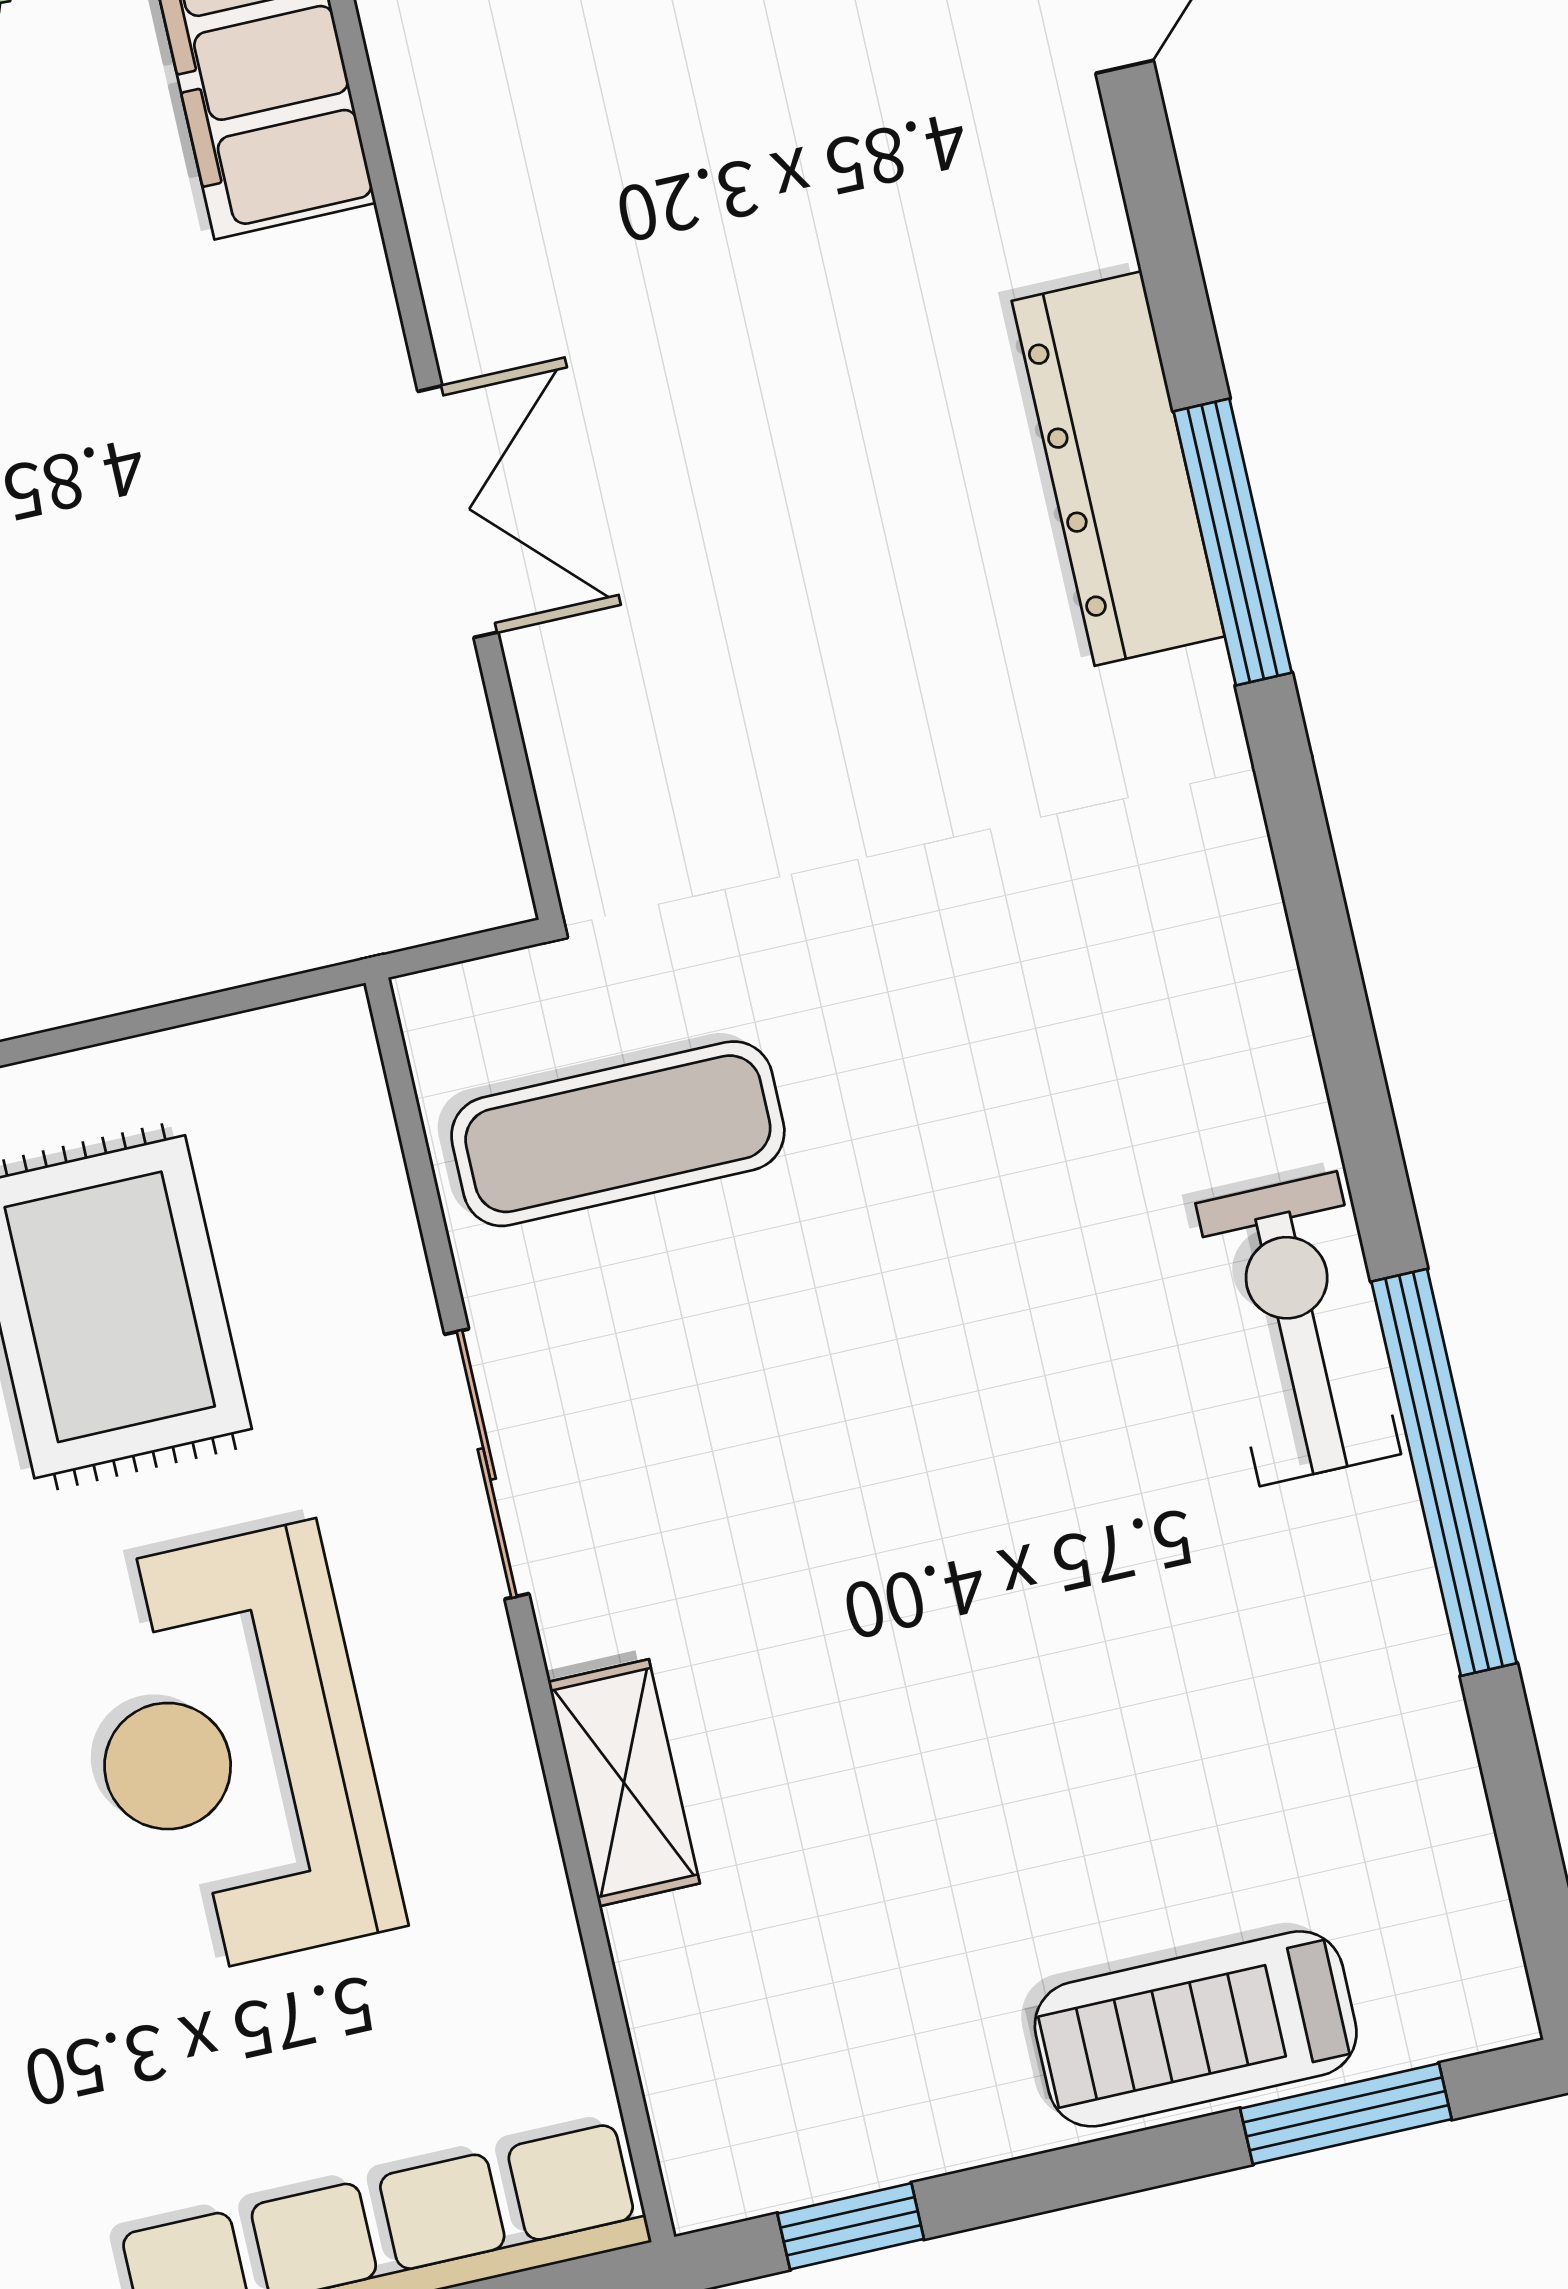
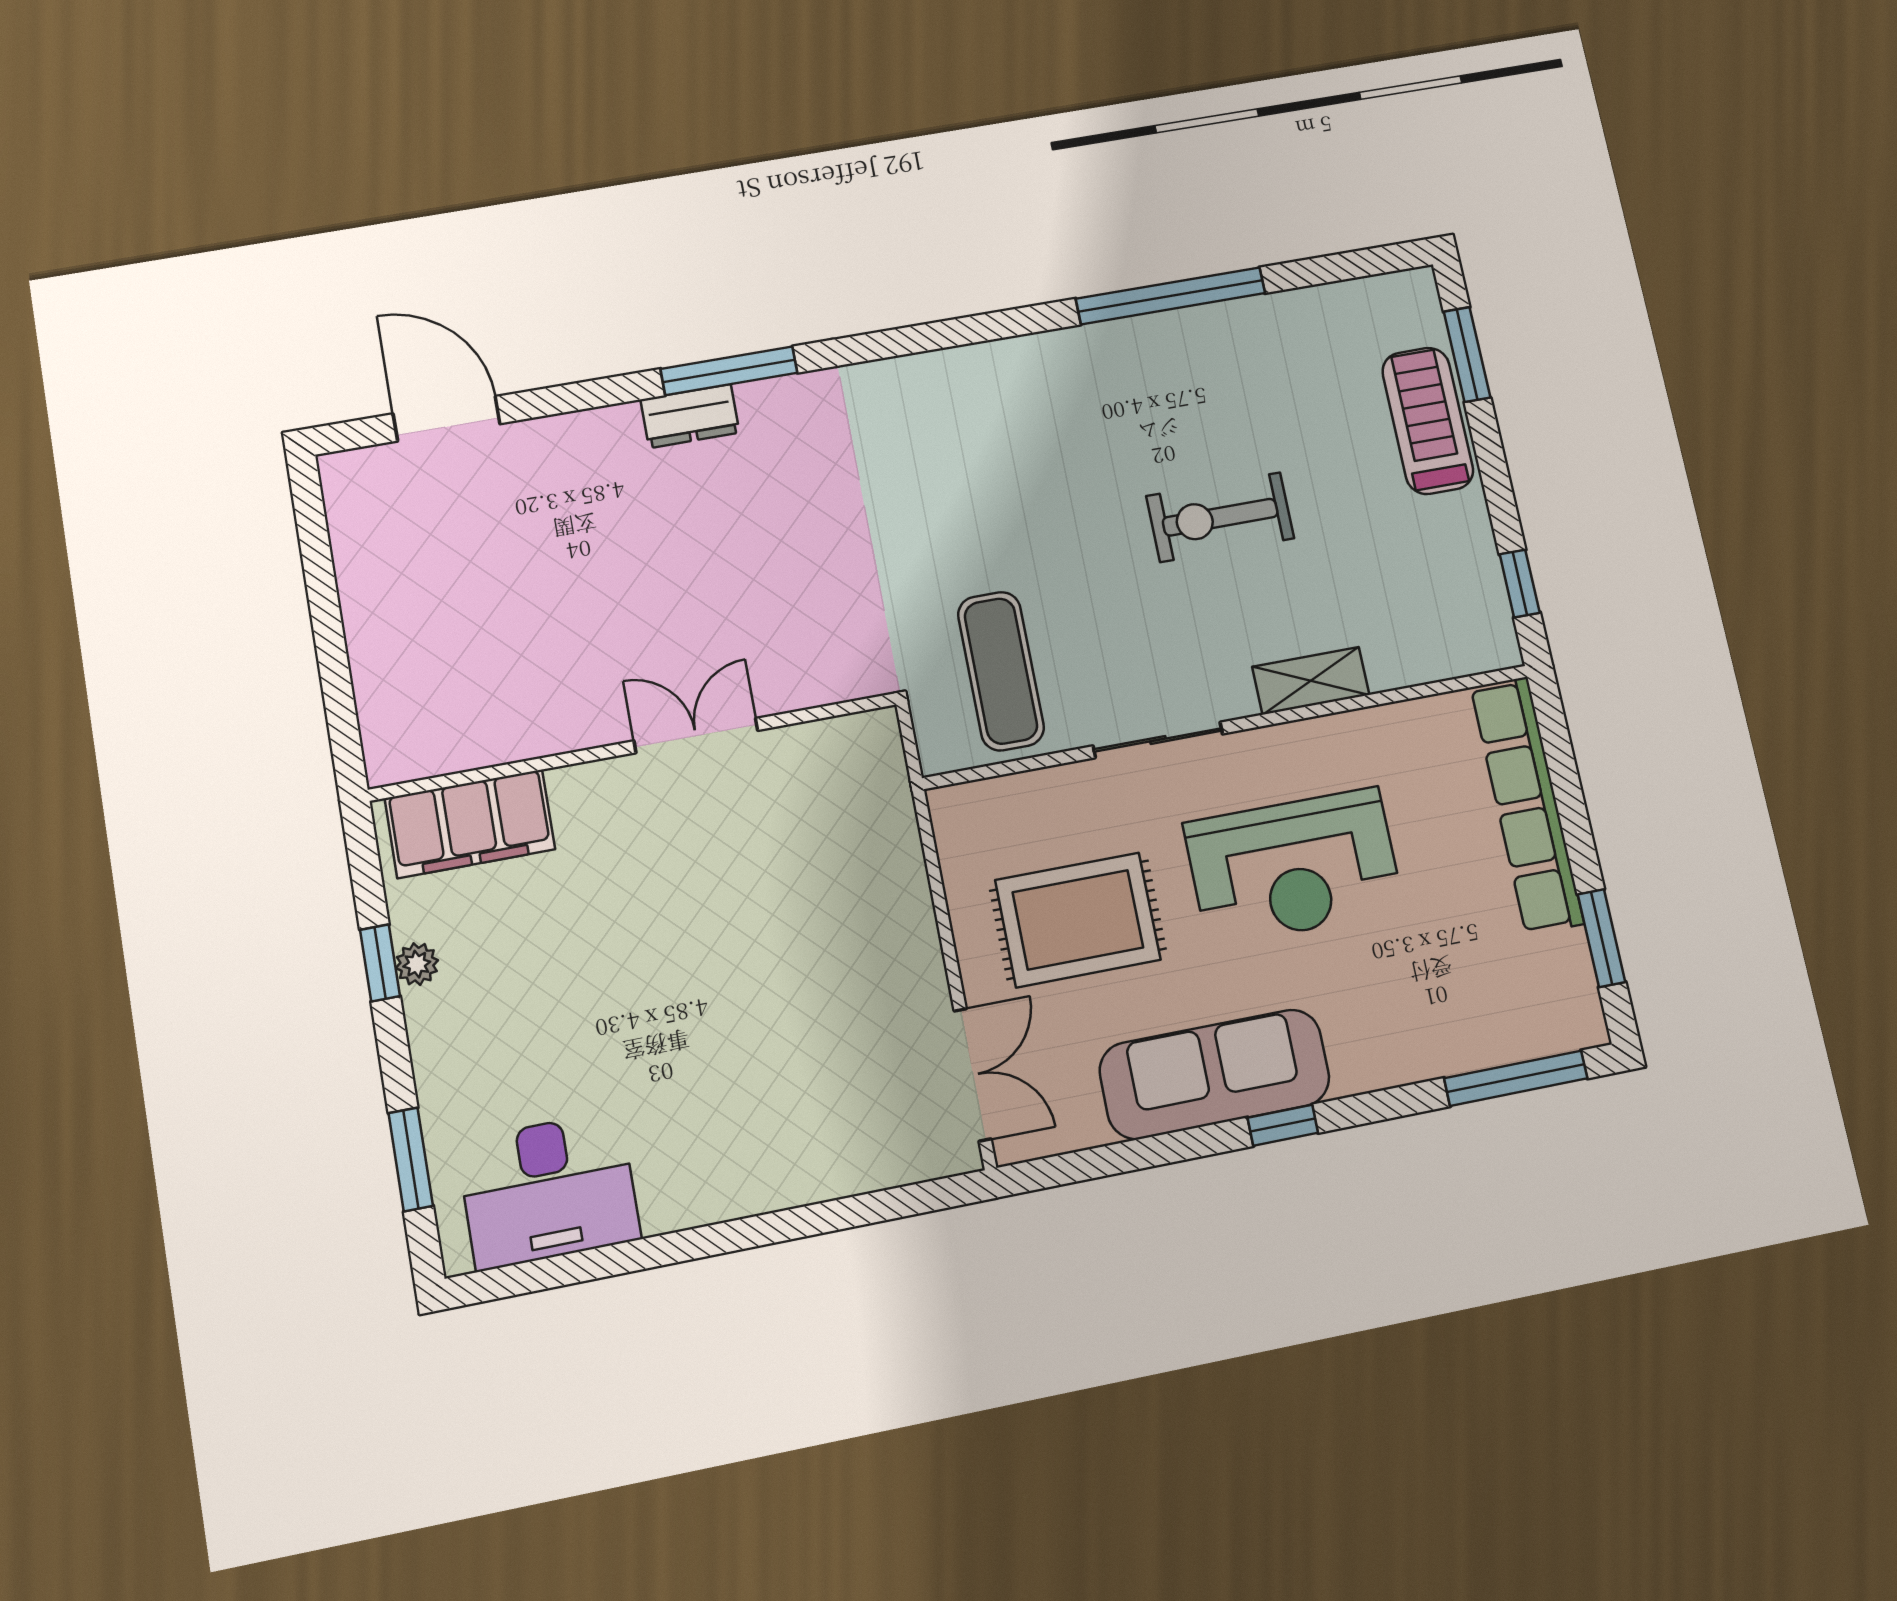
dresser: (1118, 469) -> (690, 416), width x0.51, depth x0.80
exercise bike: (1298, 1329) -> (1220, 517), moved
treadmill: (1196, 2029) -> (1428, 421), turned 180

